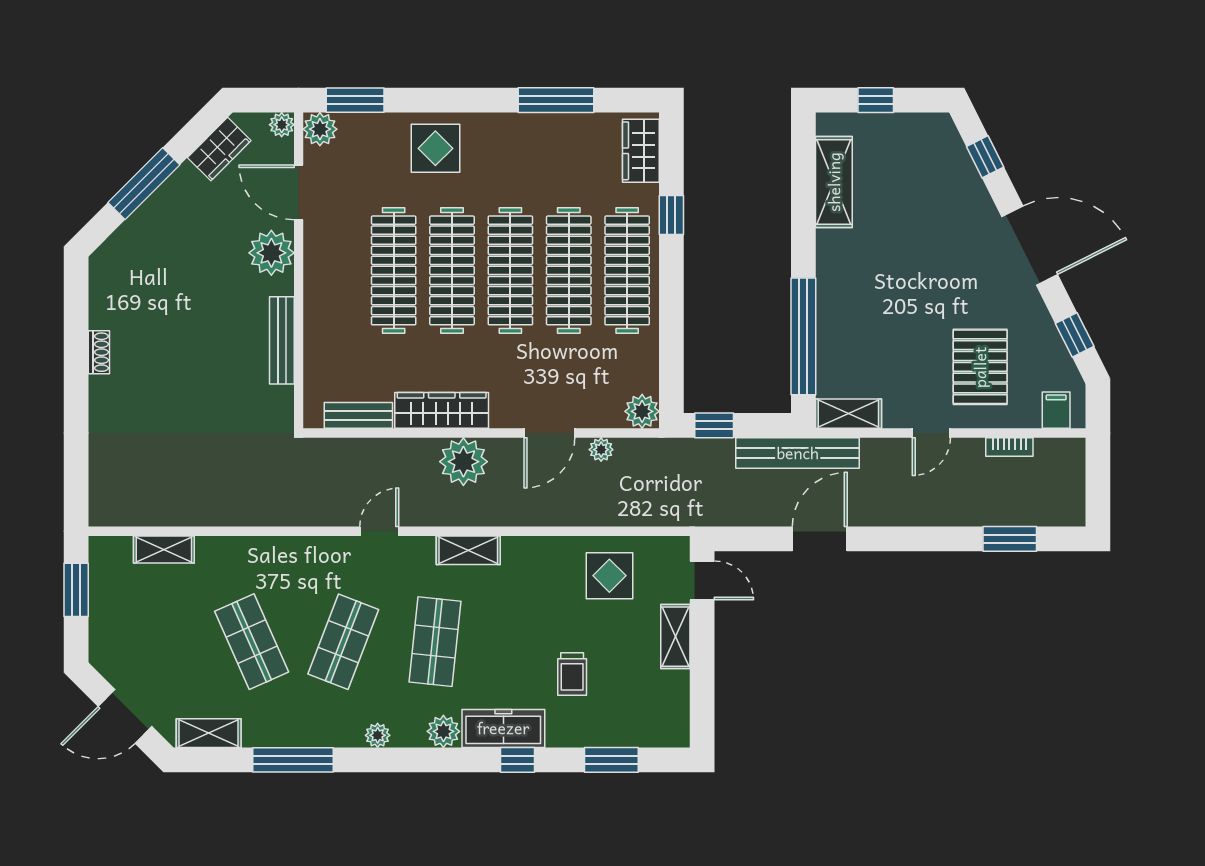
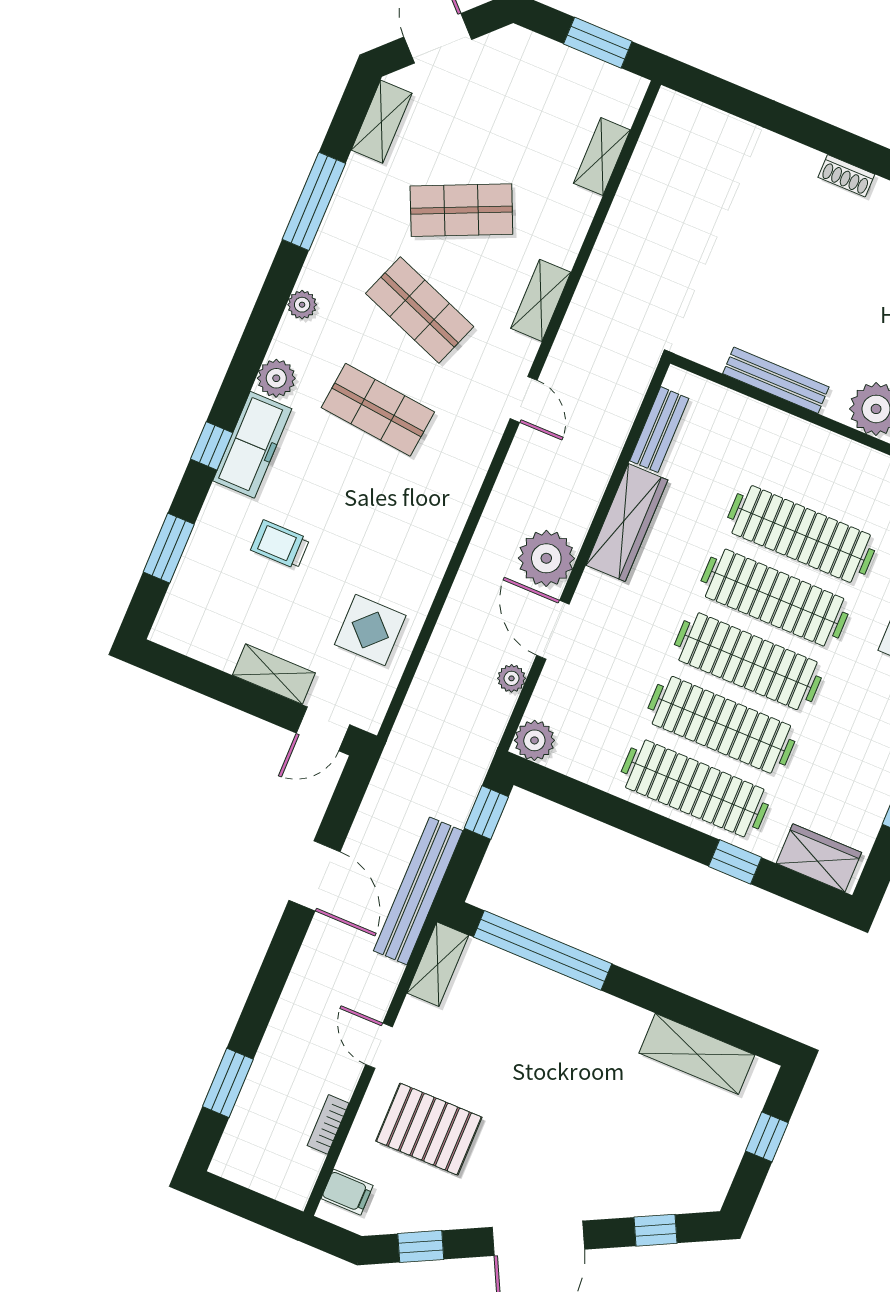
plant: (463, 462) -> (546, 558), moved
shelving: (468, 550) -> (541, 300), moved

